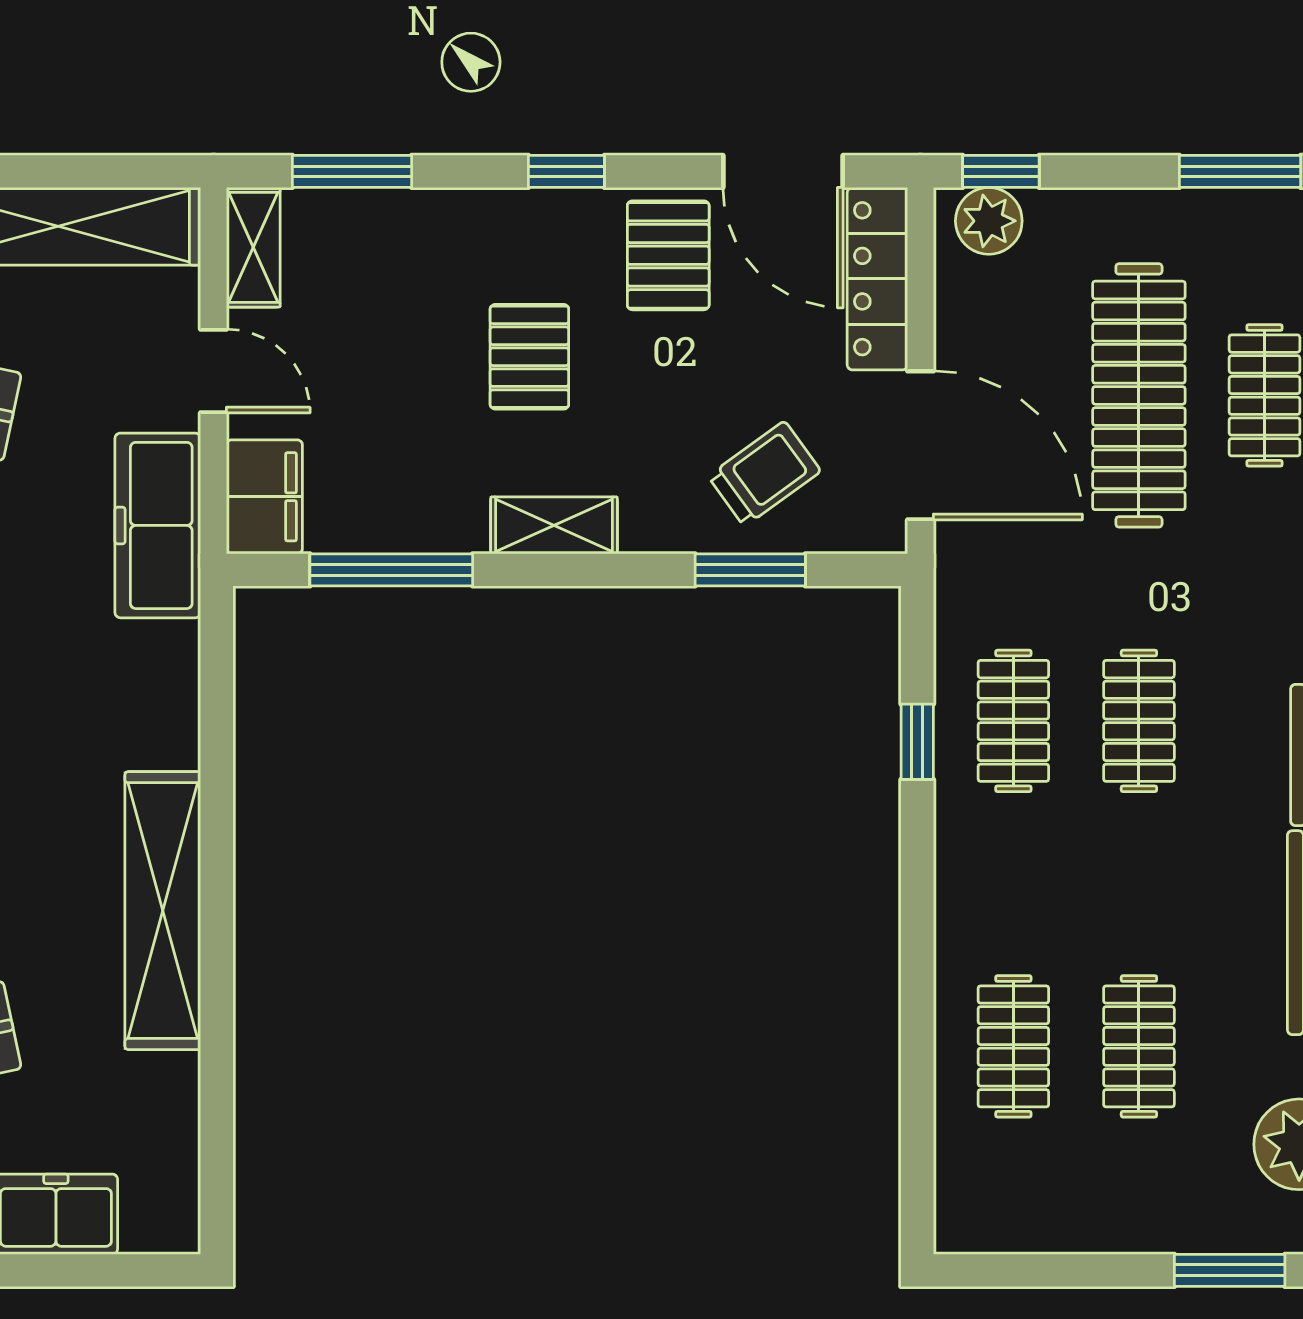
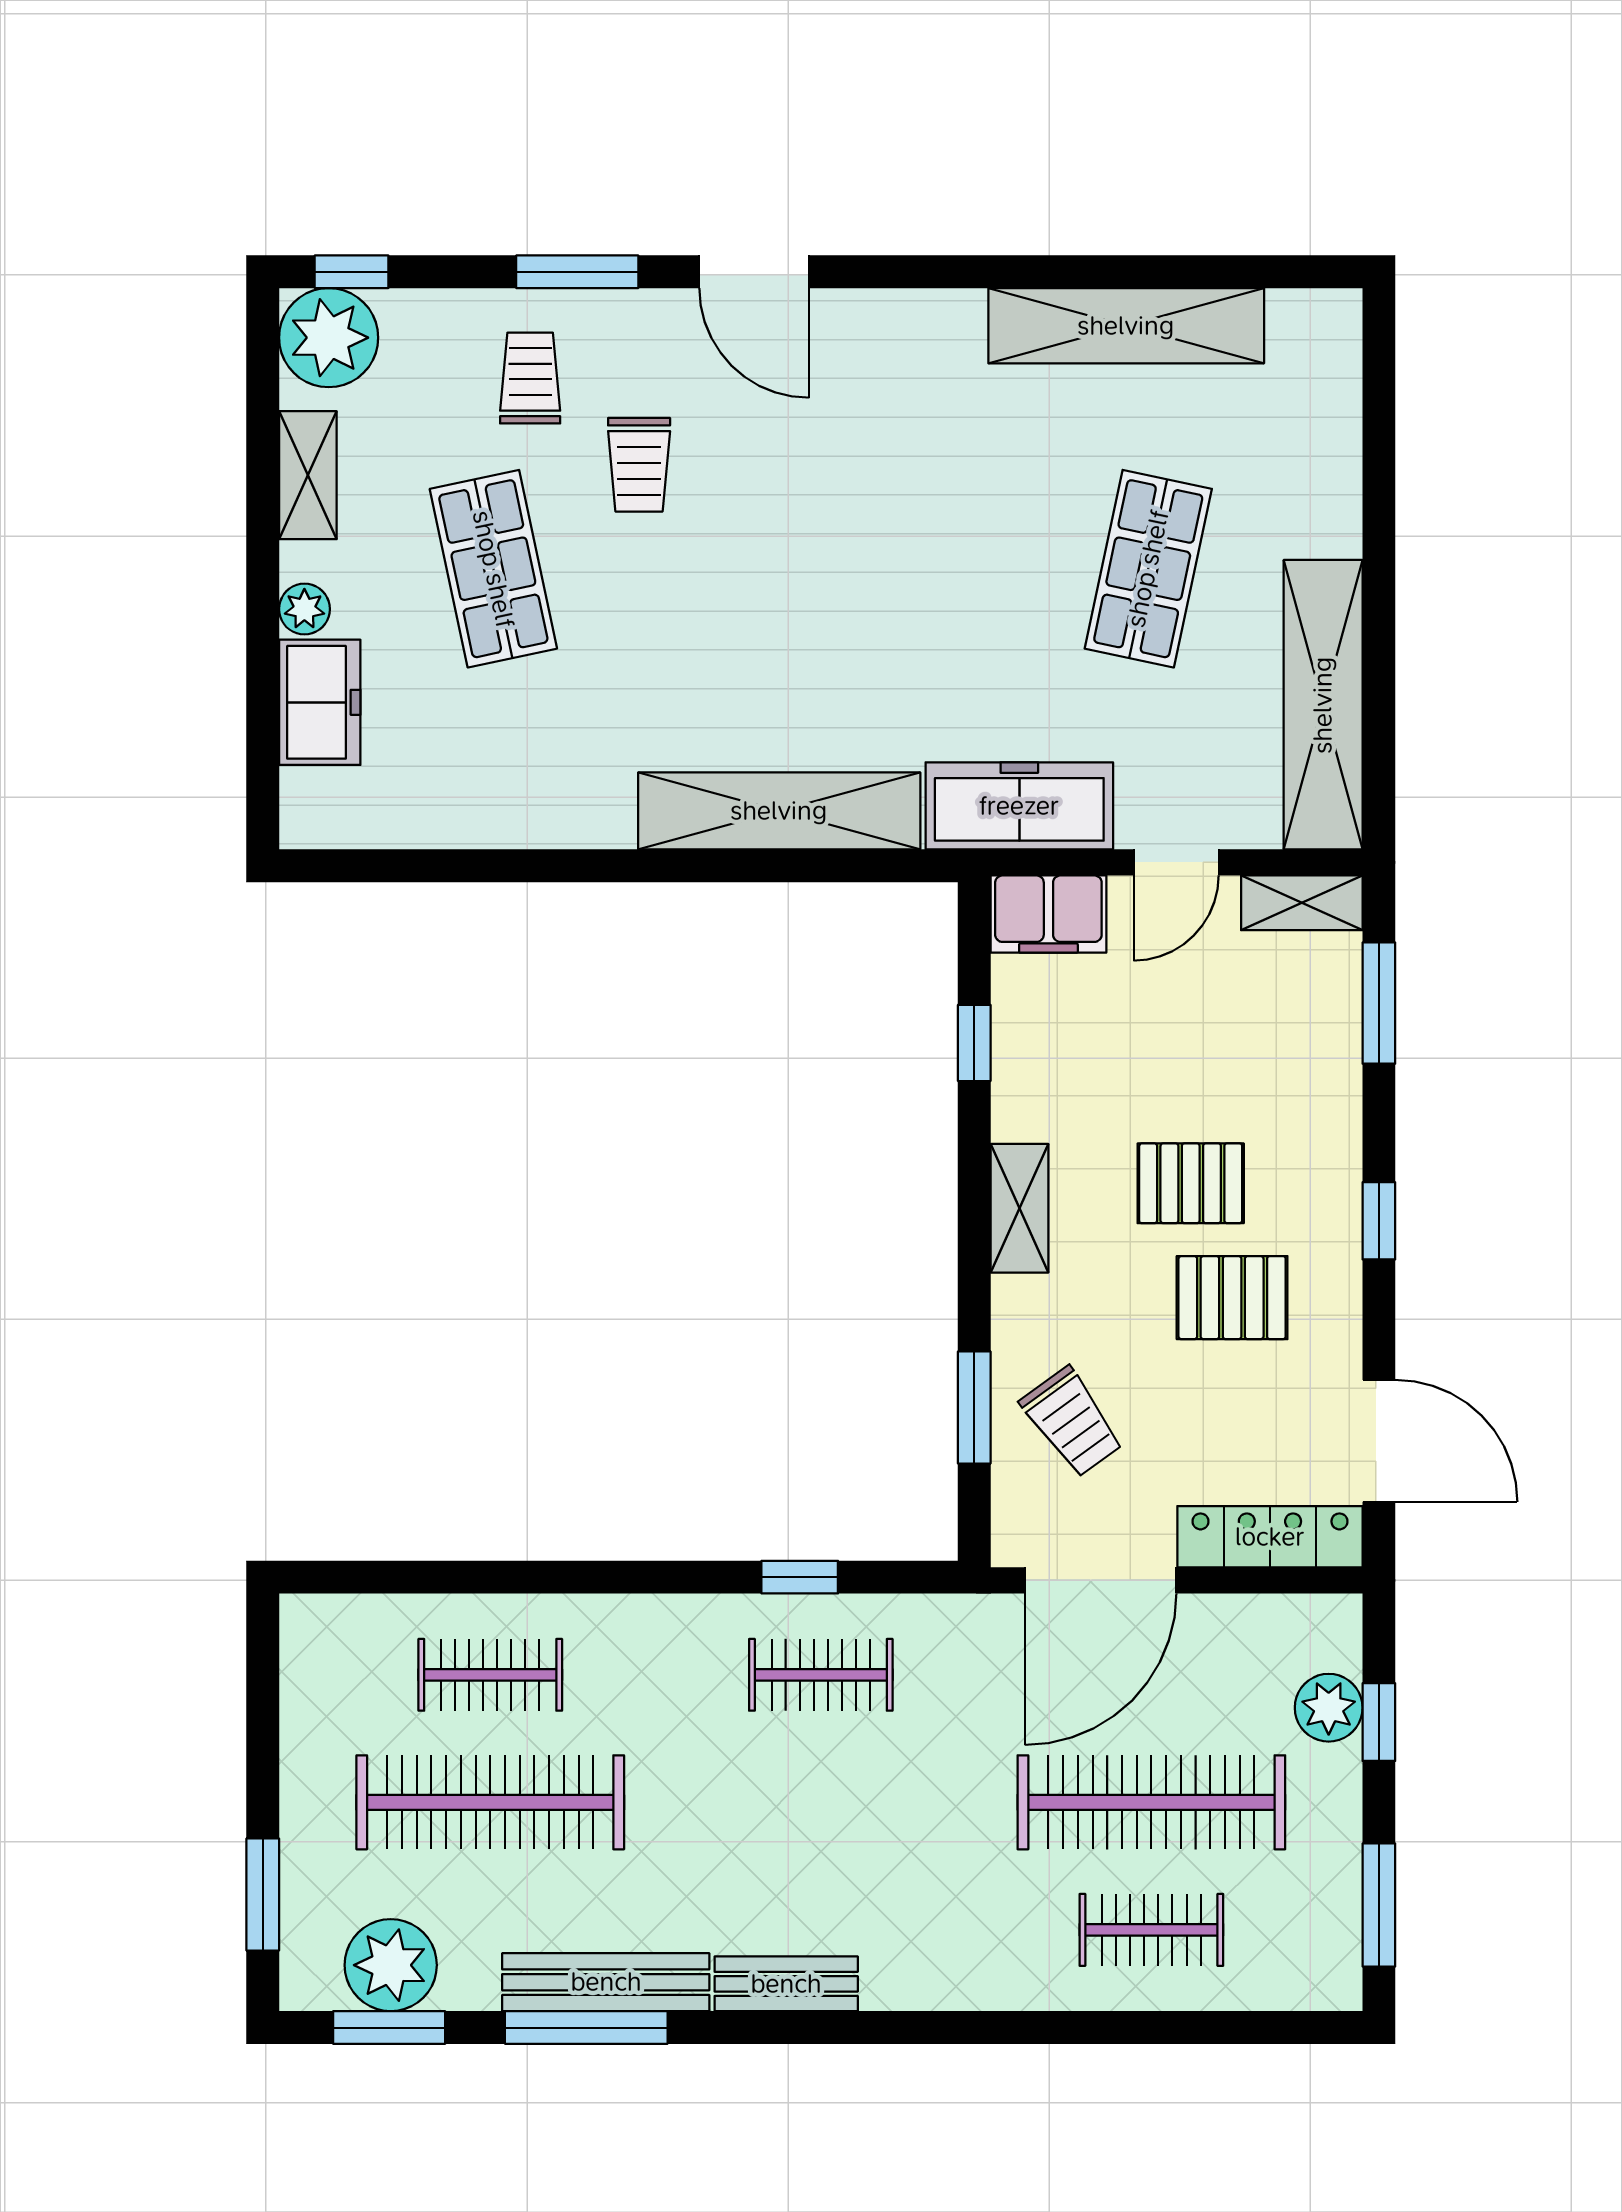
door: (783, 171) -> (1379, 1441), swing flipped
window: (1001, 171) -> (1379, 1722), moved
plant: (989, 221) -> (1329, 1708), moved
pallet: (668, 255) -> (1232, 1298), moved
window: (391, 570) -> (974, 1043), width x0.46
clothes rail: (1139, 721) -> (821, 1802), removed
shelving: (163, 911) -> (779, 811), moved
clothes rail: (1139, 1046) -> (490, 1802), width x1.86, depth x1.31

